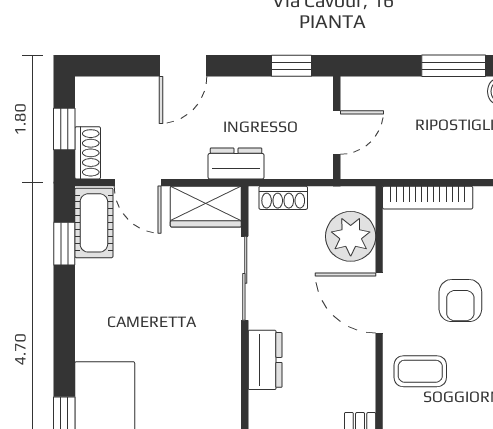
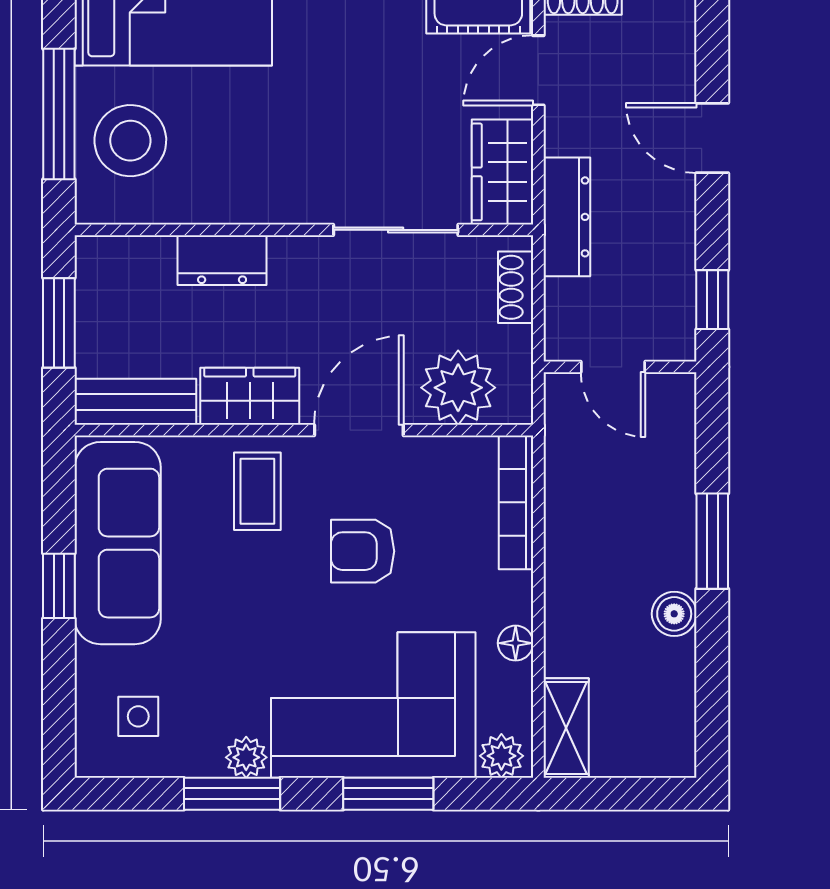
dresser: (236, 163) -> (567, 217), width x1.44
dresser: (265, 360) -> (222, 260), moved
wardrobe: (356, 376) -> (250, 396), added

